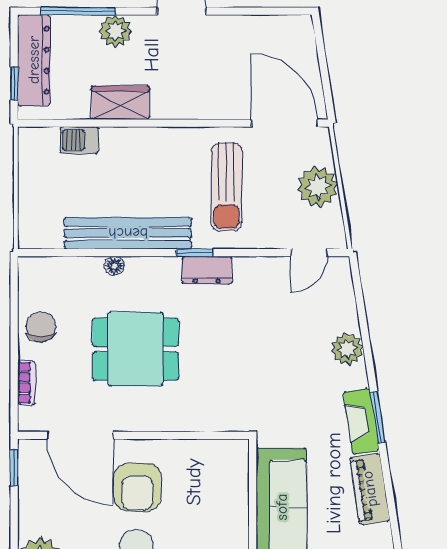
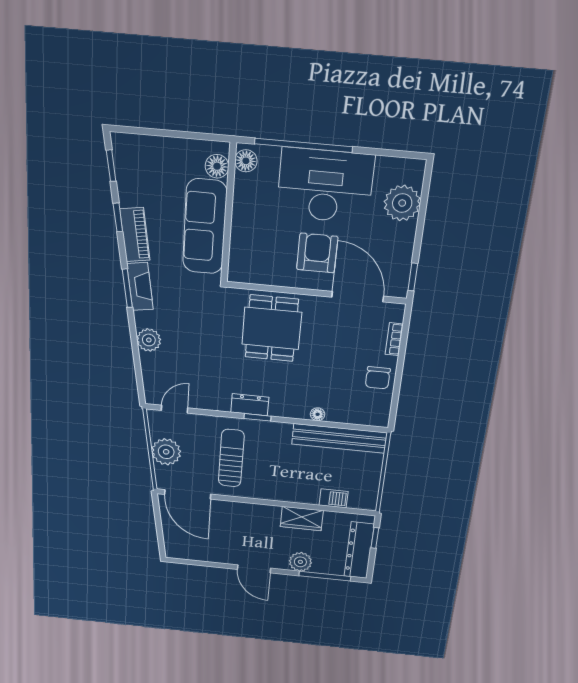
bench: (128, 233) -> (339, 438), moved
dining table: (136, 349) -> (272, 328), moved, turned 90
window: (392, 509) -> (118, 217), added

